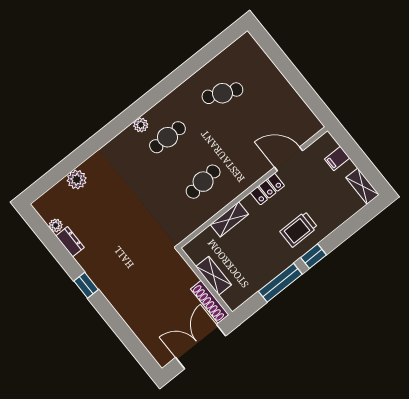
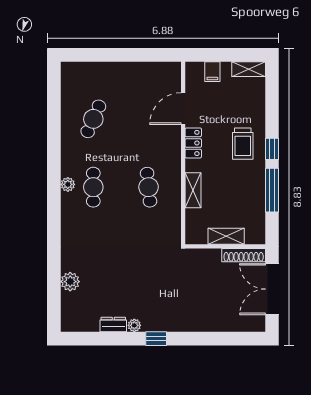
plant: (141, 125) -> (68, 184), moved
plant: (56, 225) -> (134, 325), moved

